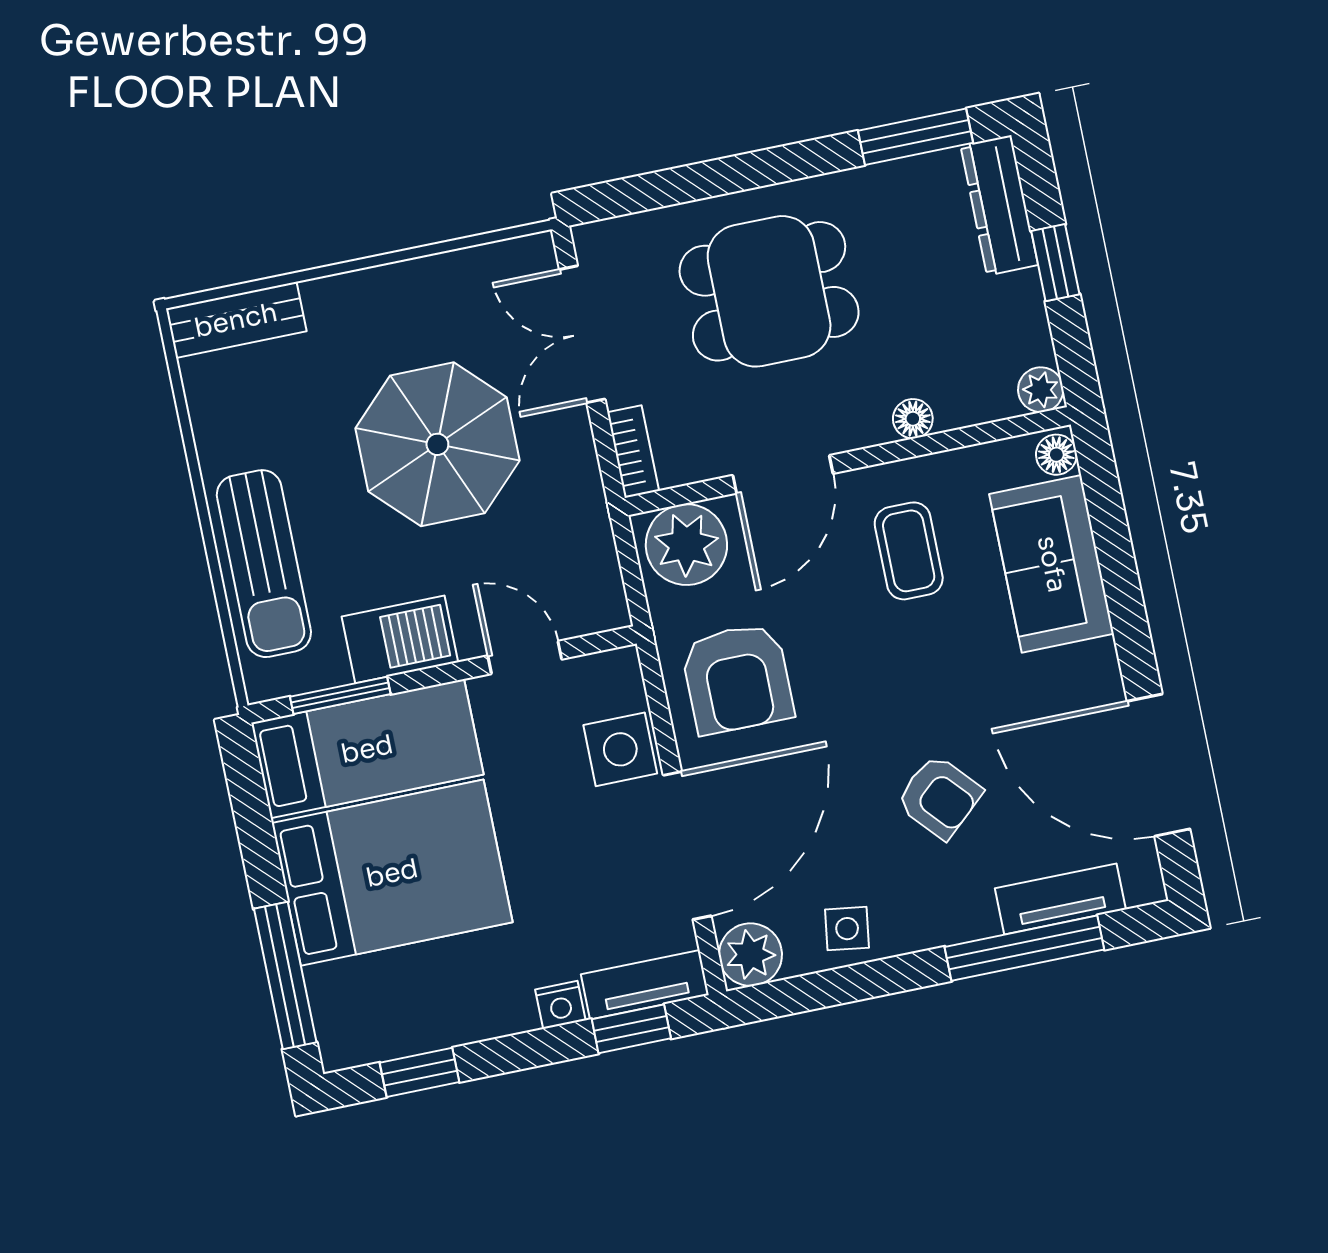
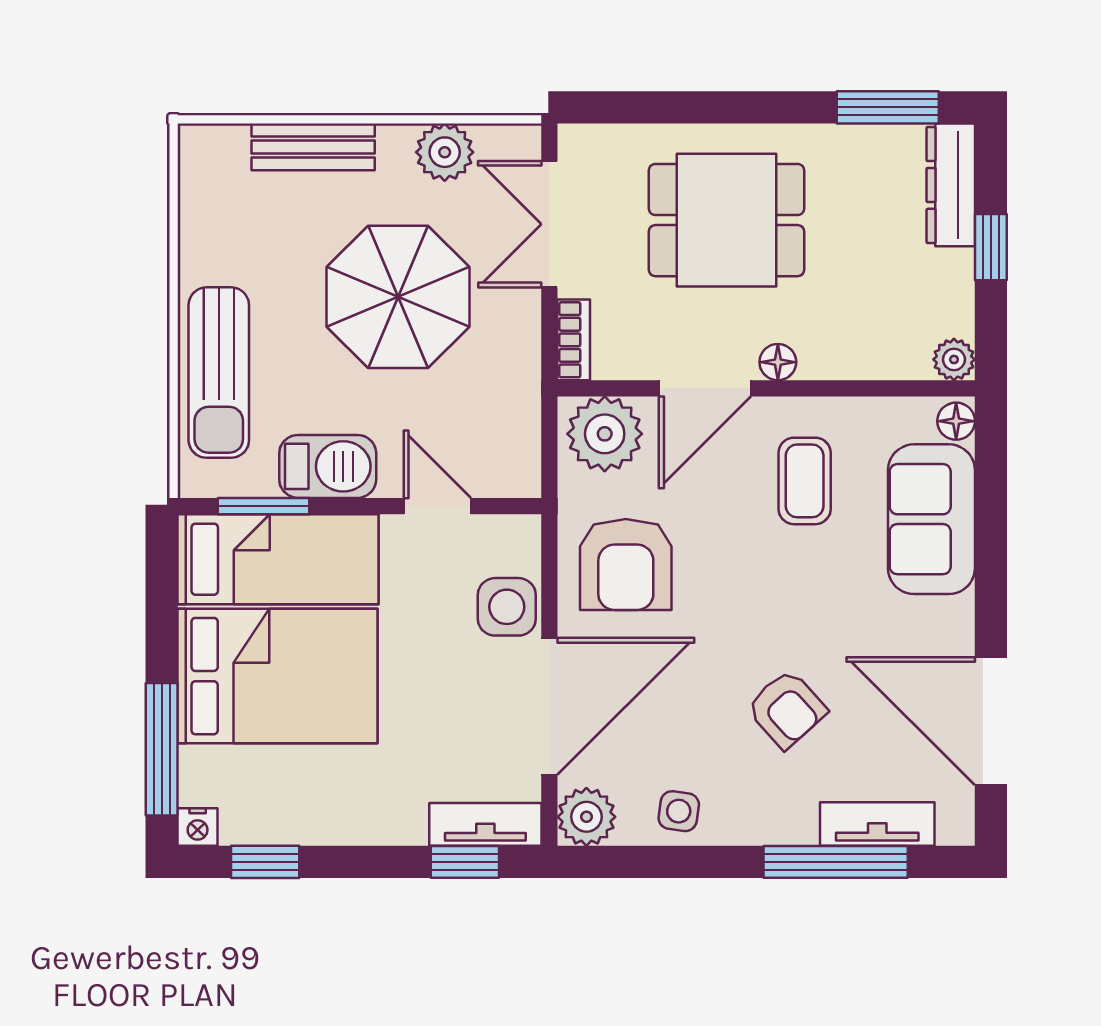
plant: (455, 281) -> (445, 152), added
bench: (236, 320) -> (313, 147), moved
floor lamp: (913, 419) -> (778, 362), moved
nightstand: (560, 1005) -> (198, 827), moved

